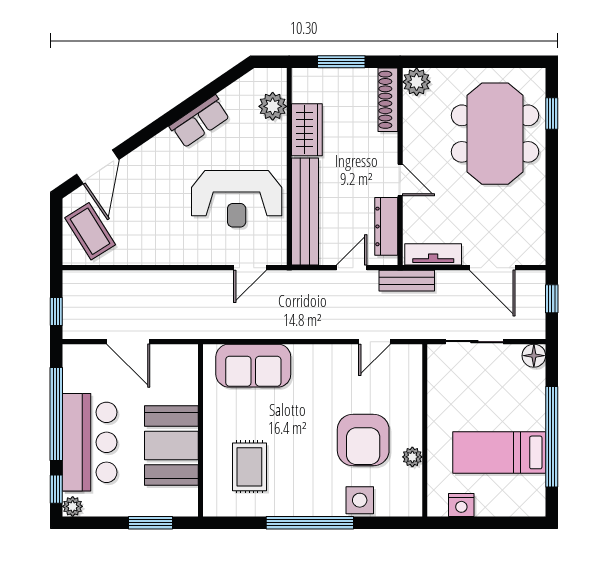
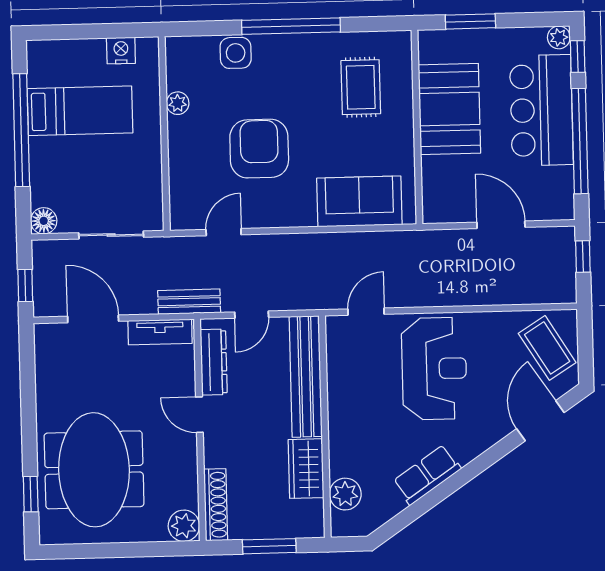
reception desk: (237, 199) -> (434, 369), moved, turned 90
armchair: (363, 440) -> (259, 149), moved

